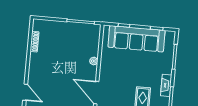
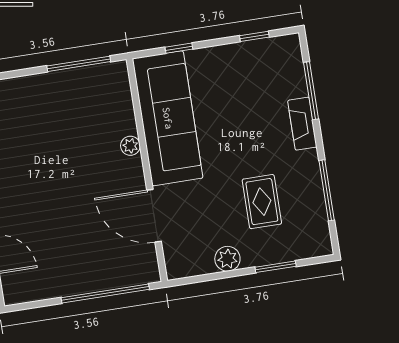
sofa: (136, 39) -> (168, 118), moved, turned -90
fireplace: (166, 85) -> (302, 124), moved

